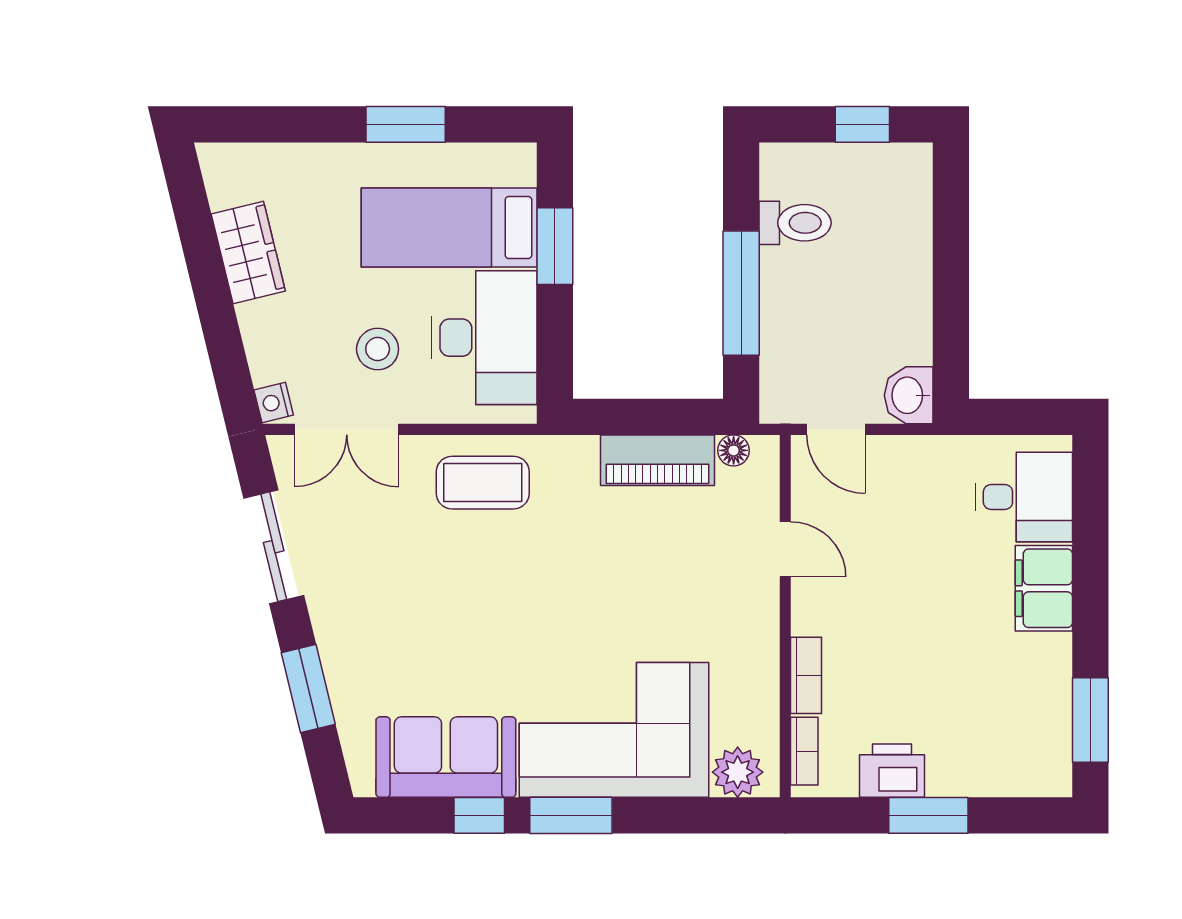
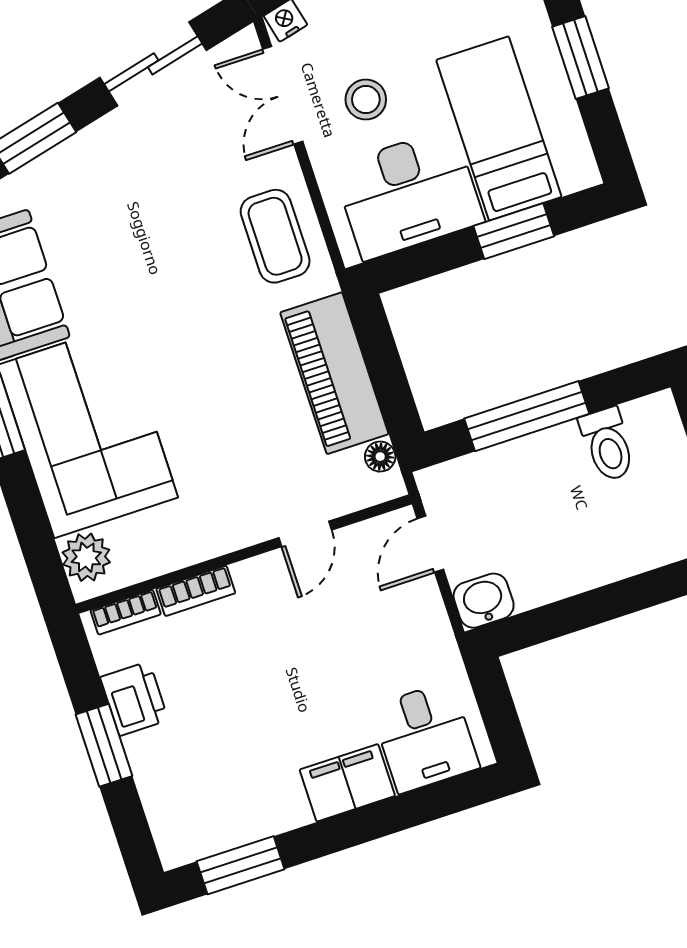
piano: (657, 460) -> (334, 373), width x1.37, depth x1.33

